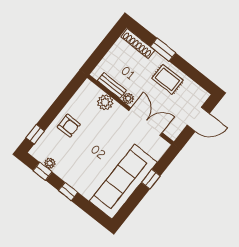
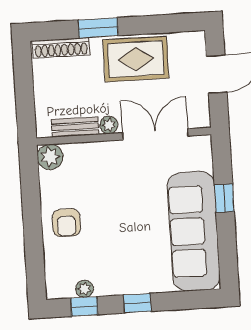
rug: (167, 79) -> (136, 59), width x1.36, depth x1.43
plant: (105, 102) -> (50, 157), moved
armchair: (69, 126) -> (66, 223), turned 90
window: (35, 134) -> (35, 270), removed

